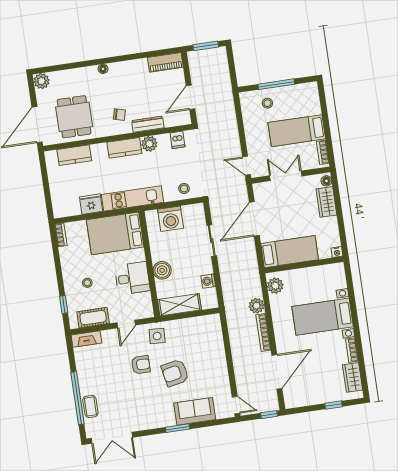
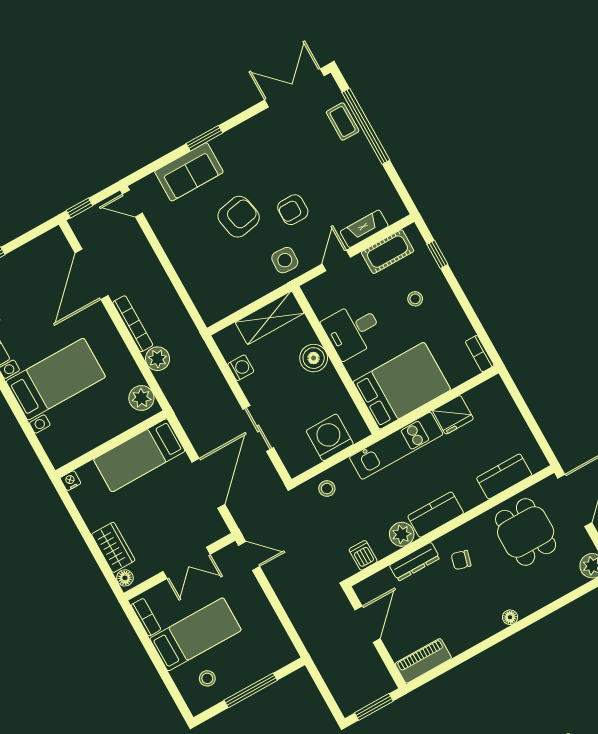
stool: (267, 103) -> (207, 678), moved
fireplace: (86, 339) -> (364, 229), moved

